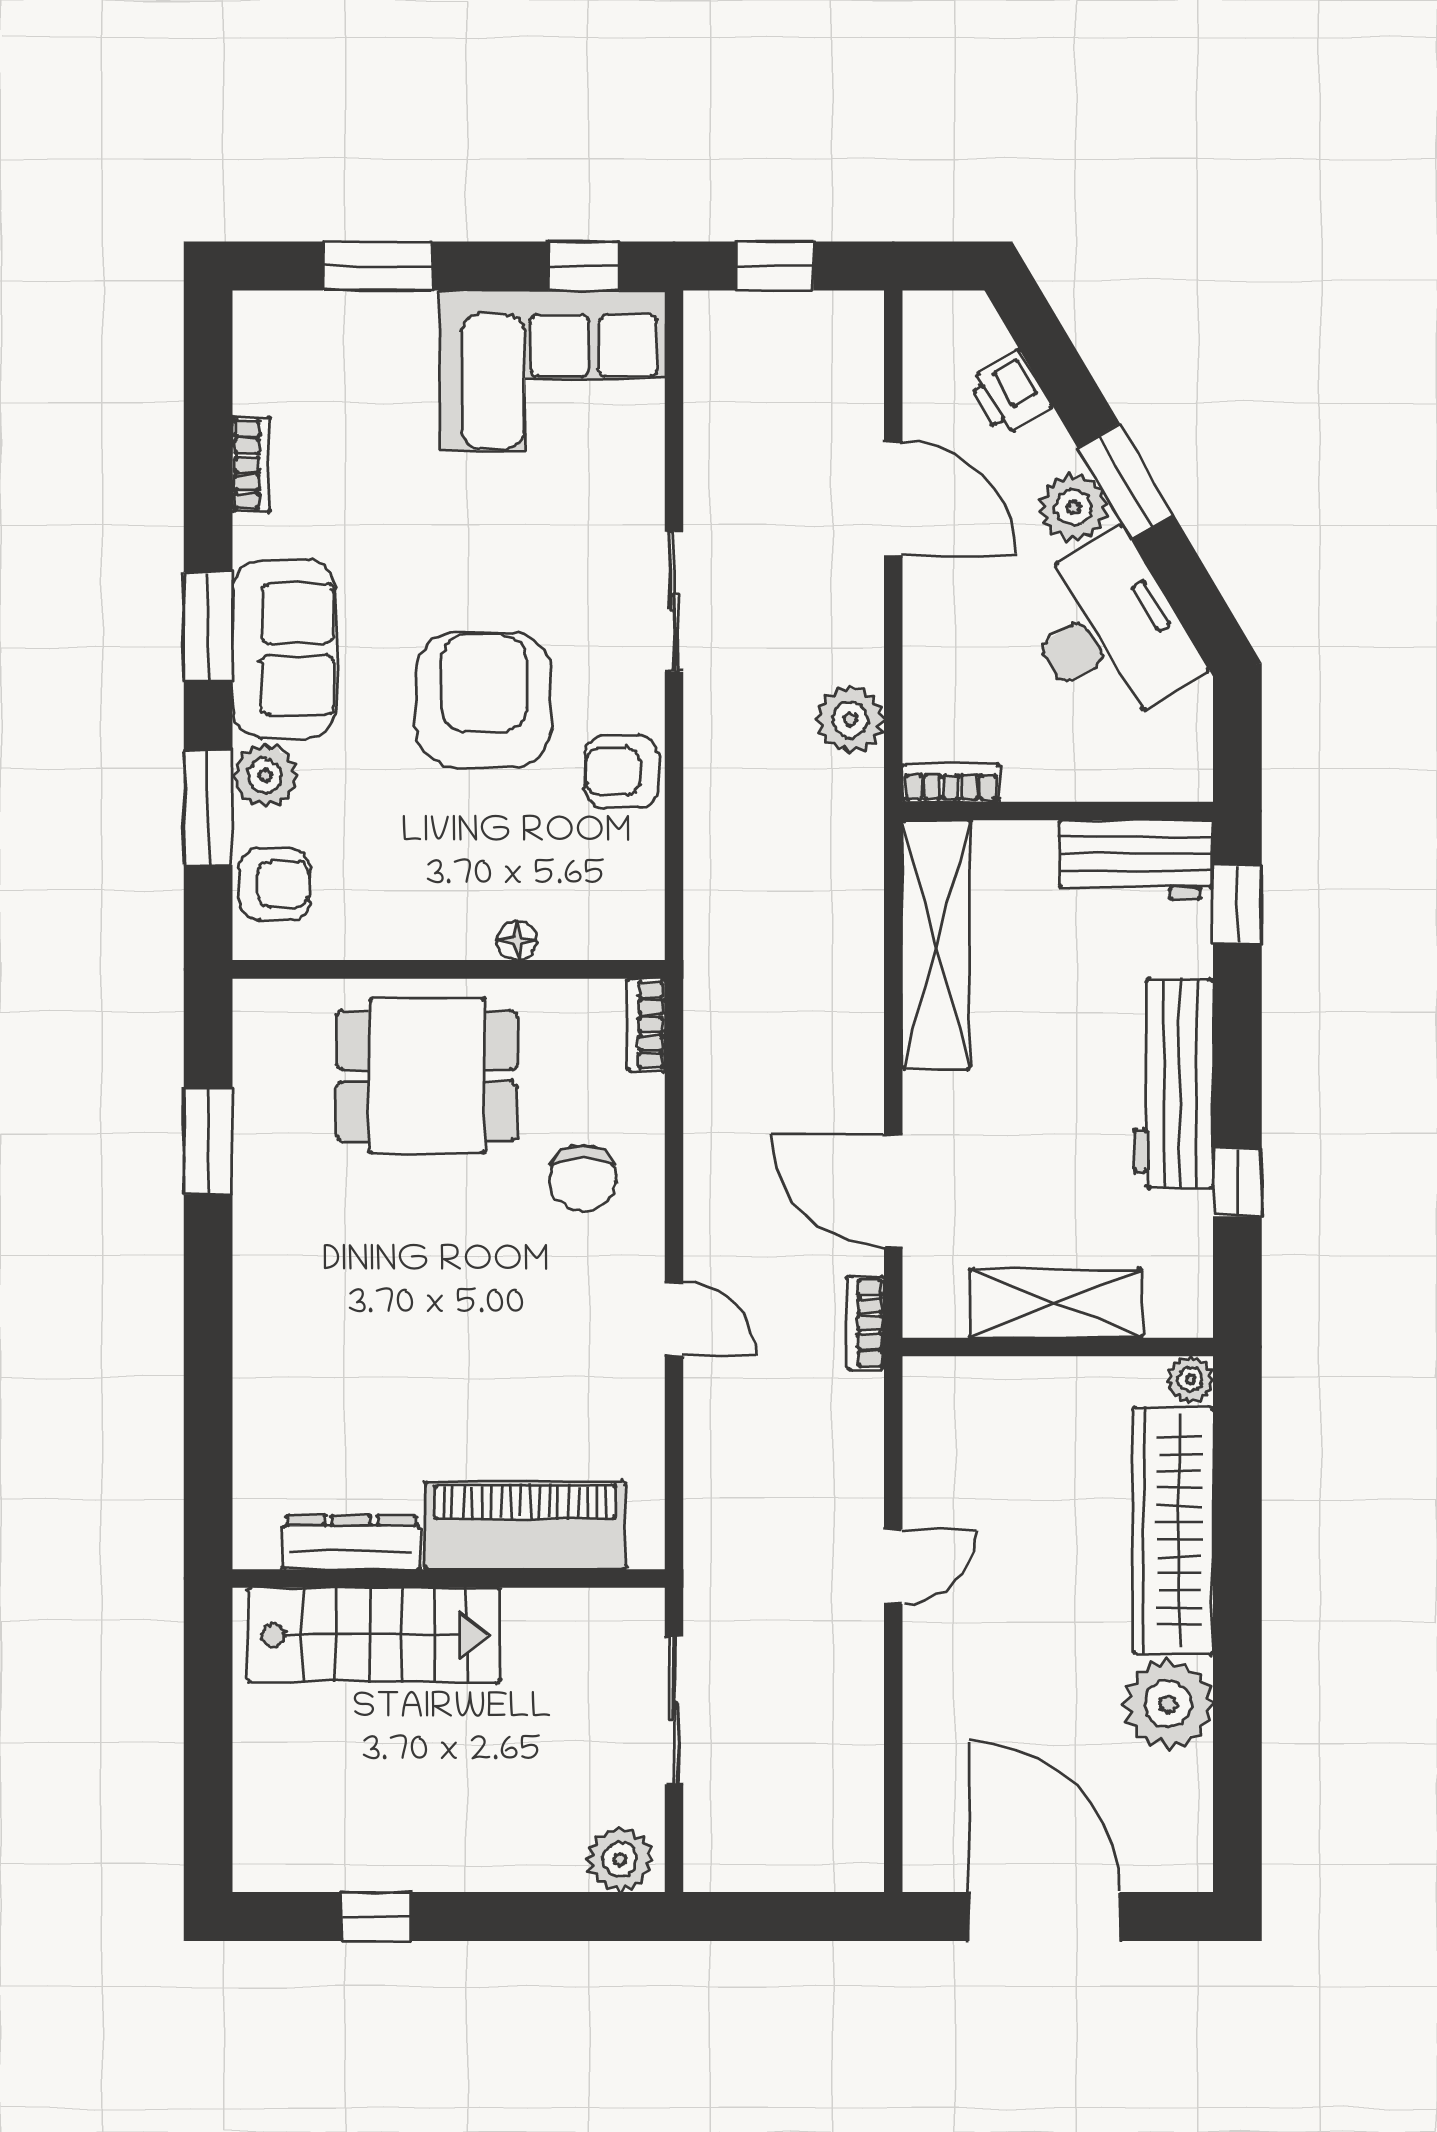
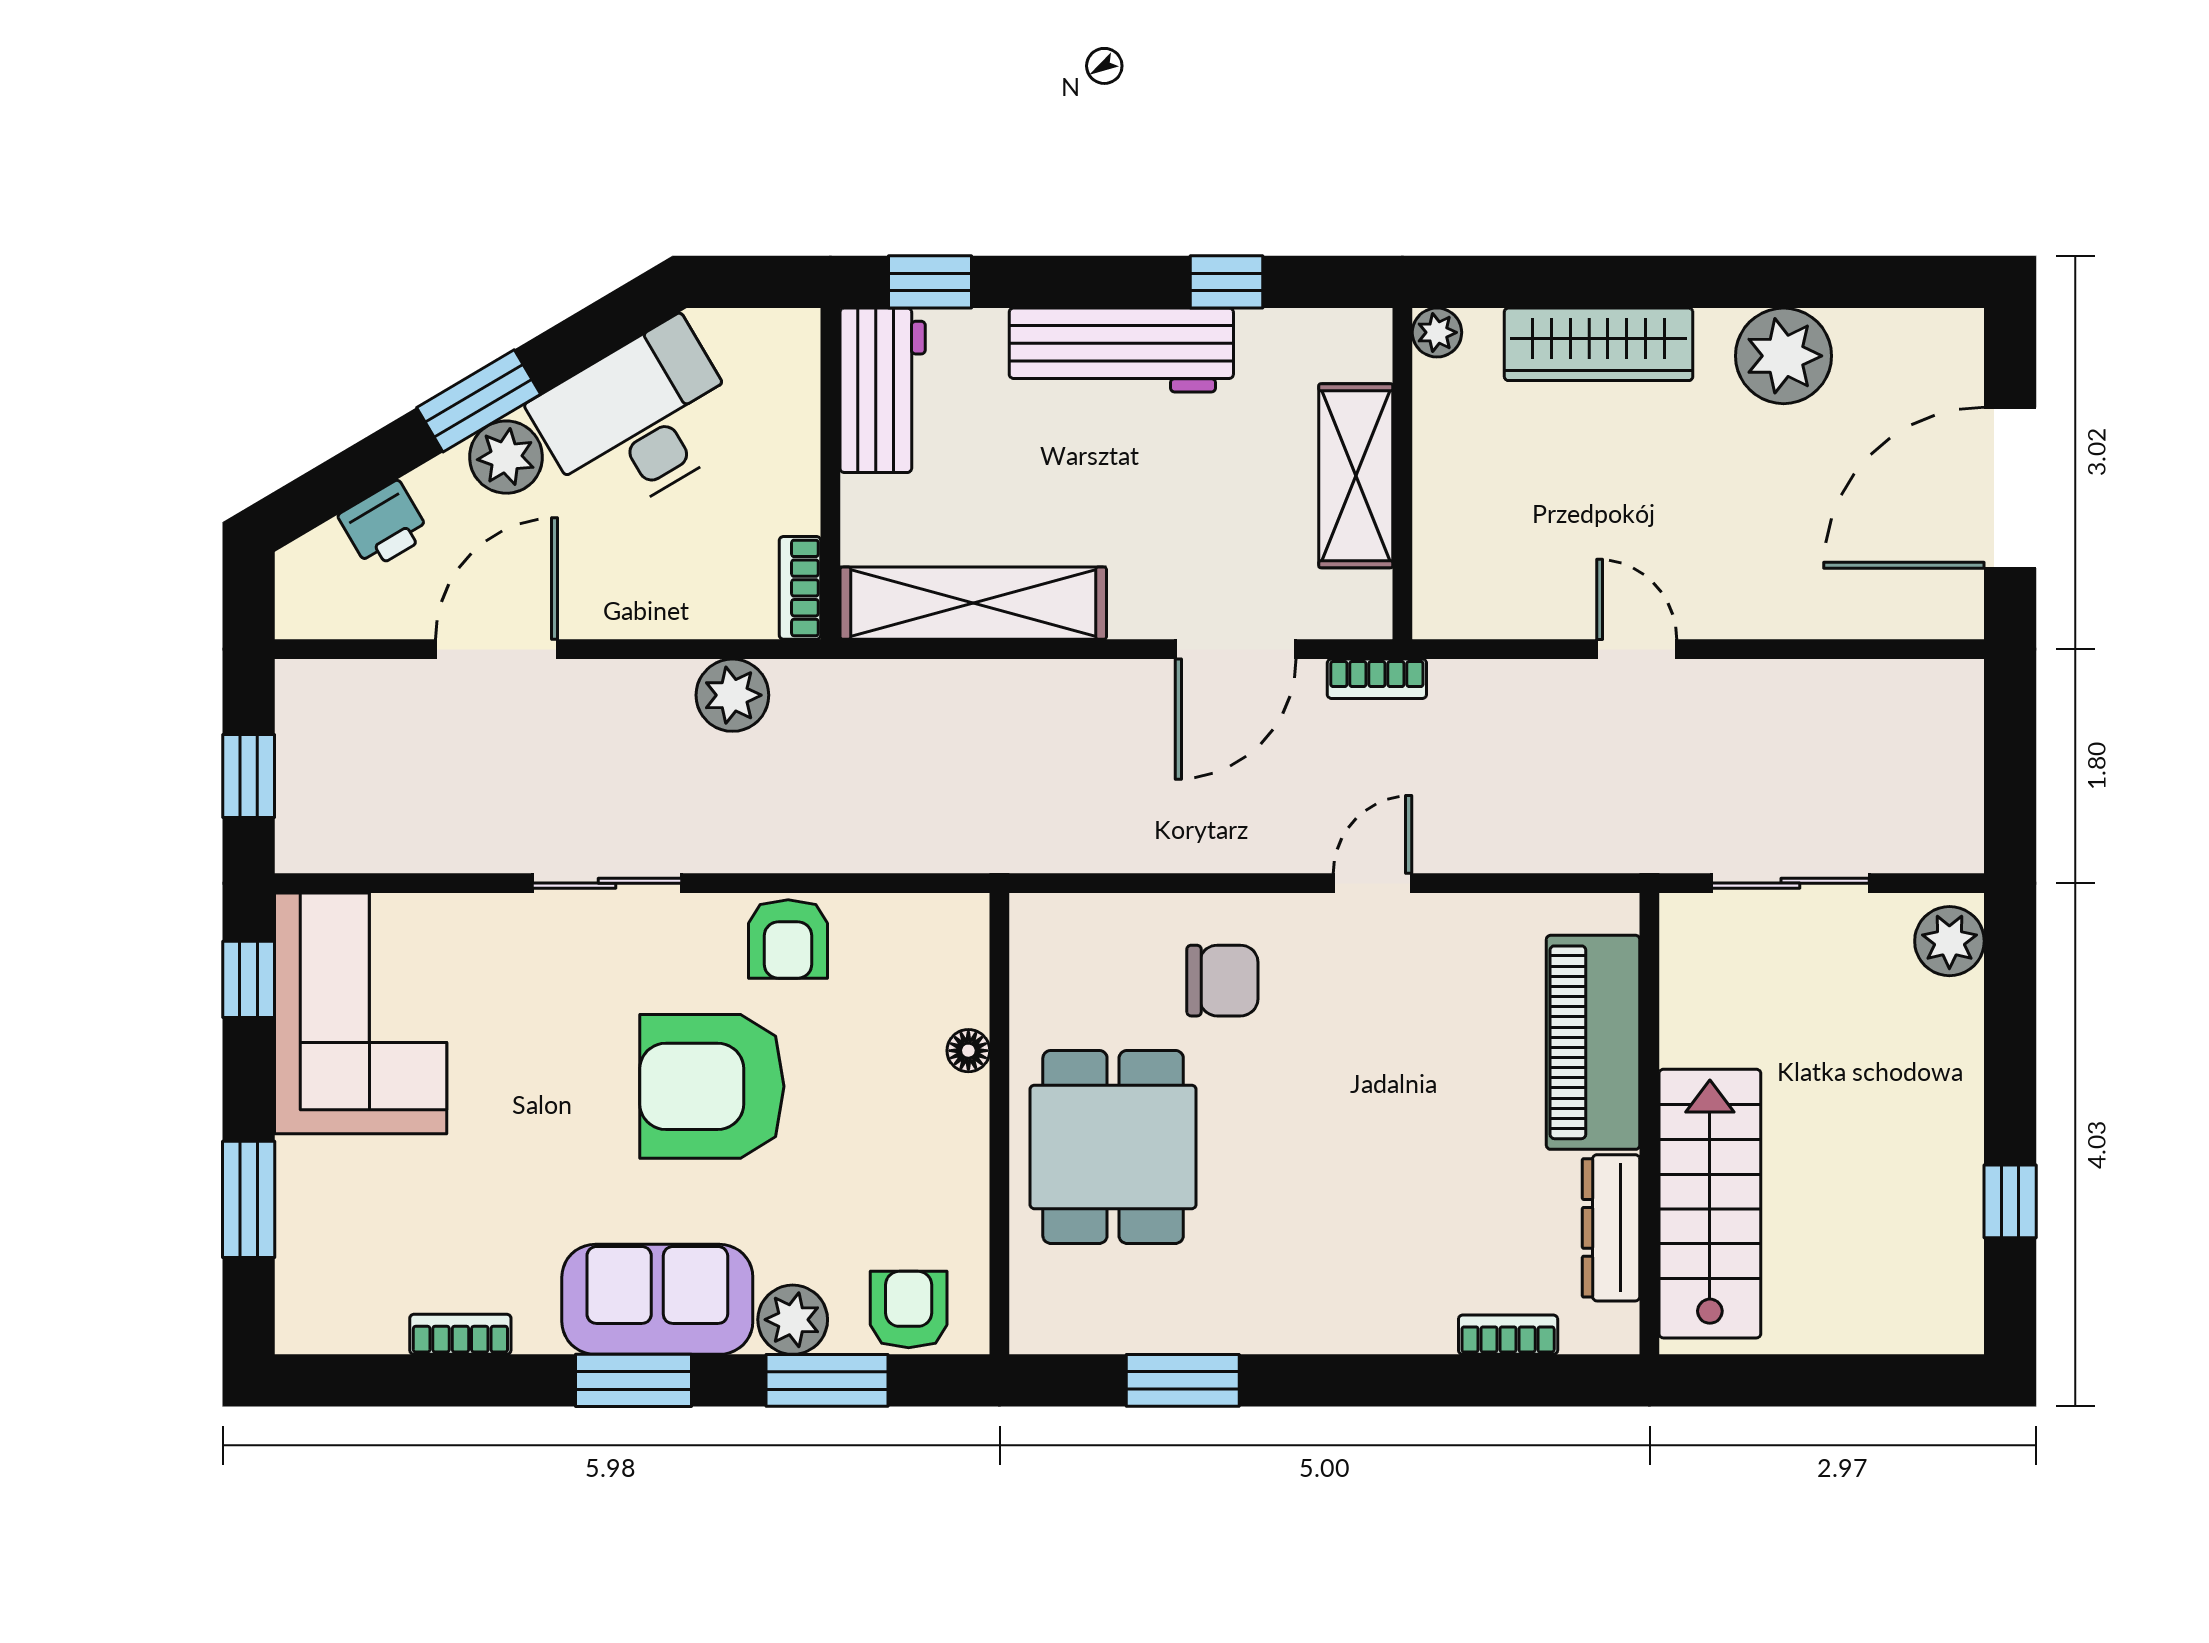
bookcase: (646, 1025) -> (1508, 1335), moved, turned 180
wardrobe: (1173, 1531) -> (1599, 344), width x0.71, depth x0.85

